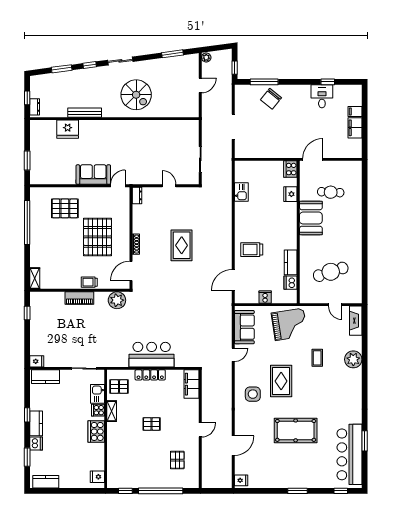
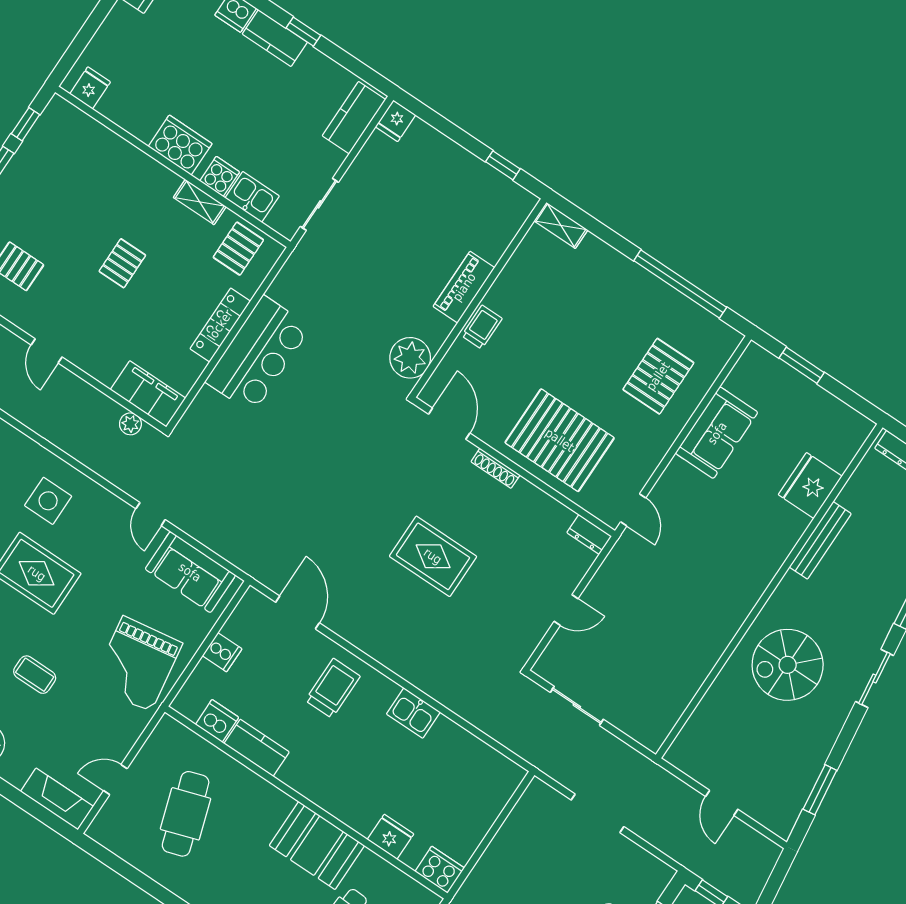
plant: (206, 57) -> (130, 424), moved
sofa: (93, 175) -> (717, 433), moved
kitchen sink: (241, 192) -> (413, 713), moved
pallet: (97, 237) -> (560, 440), moved

